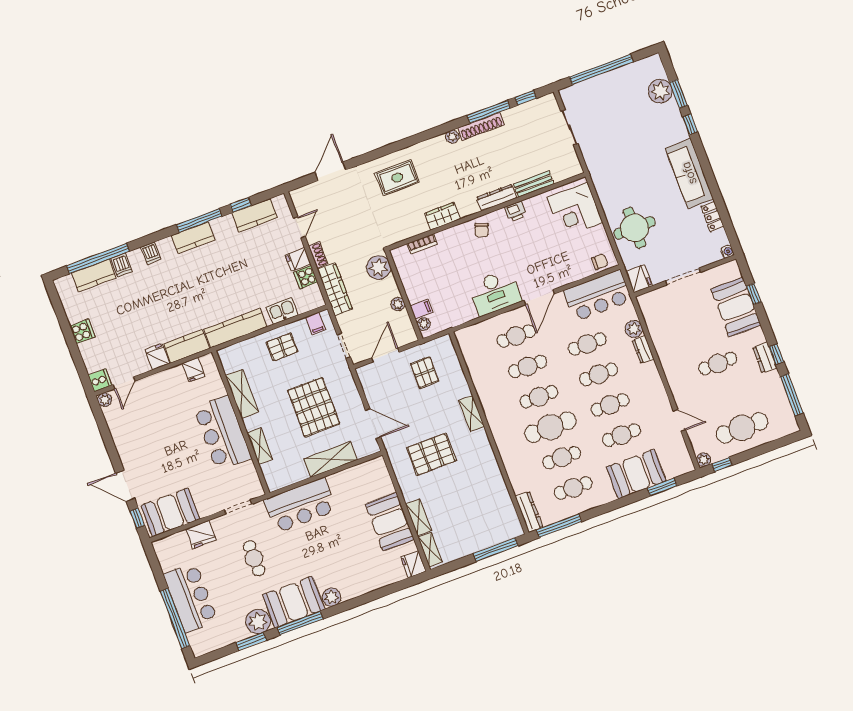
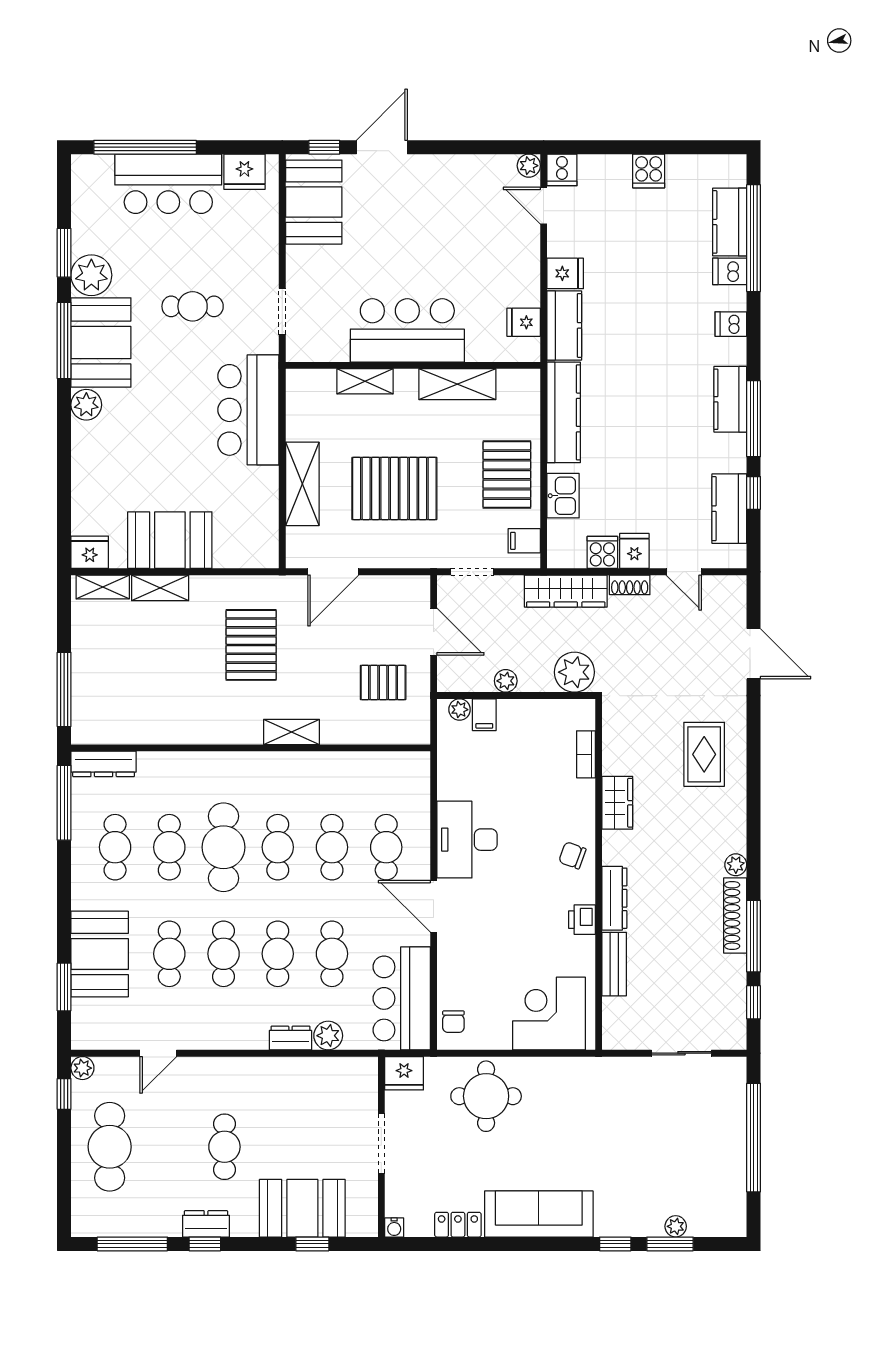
plant: (660, 91) -> (676, 1226), width x0.53, depth x0.53
pallet: (282, 347) -> (507, 475), width x1.50, depth x1.42
fridge: (201, 534) -> (244, 172), moved, turned -90

